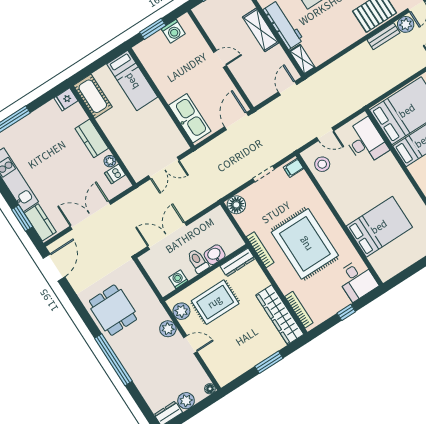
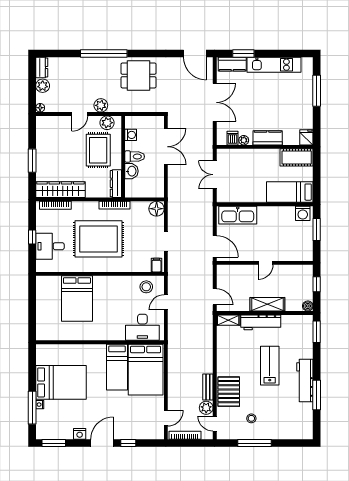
washing machine: (173, 31) -> (303, 213), moved, turned -90
desk: (357, 280) -> (50, 246), moved

